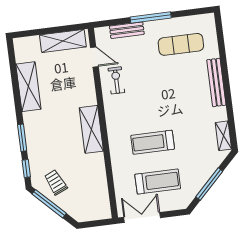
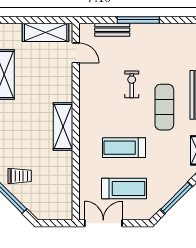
exercise mat: (181, 44) -> (164, 107), moved, turned 90
exercise bike: (116, 80) -> (132, 84), moved
trolley: (56, 182) -> (20, 176), turned 114

